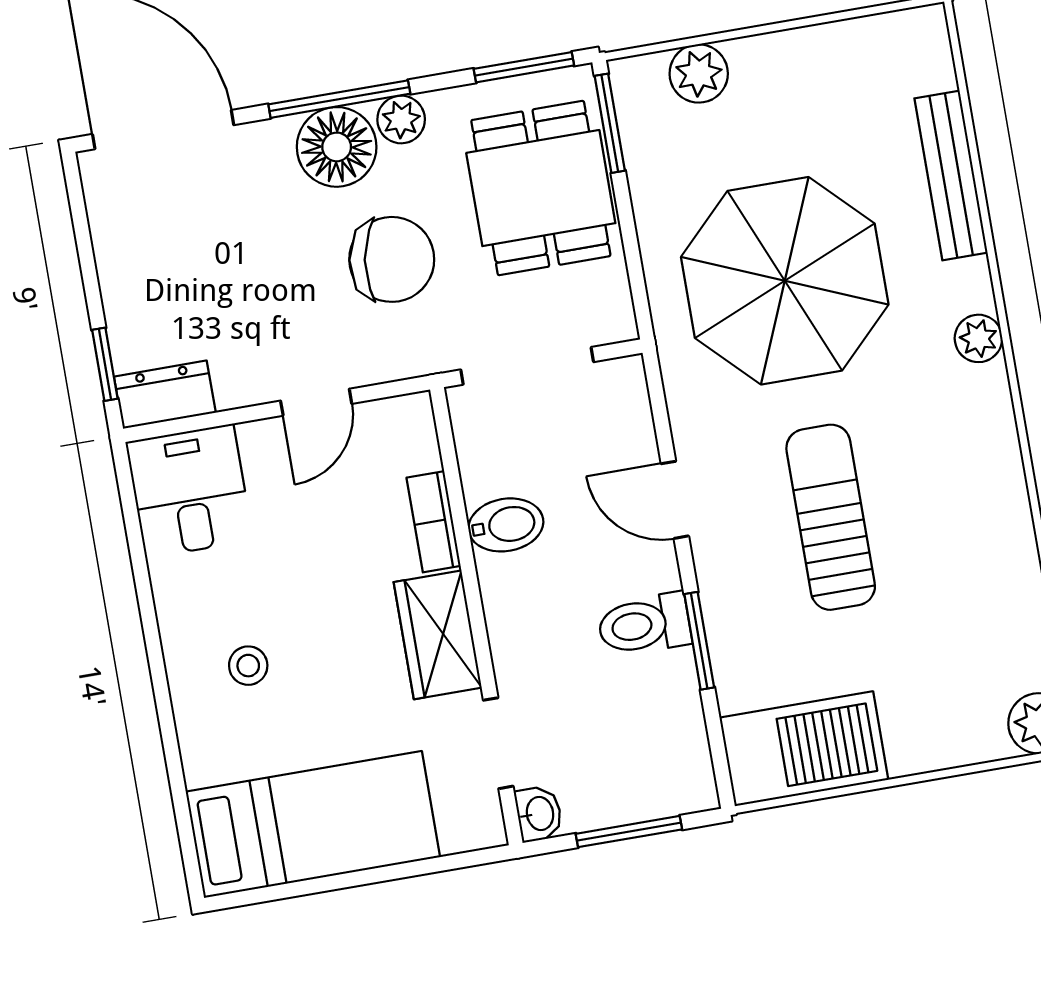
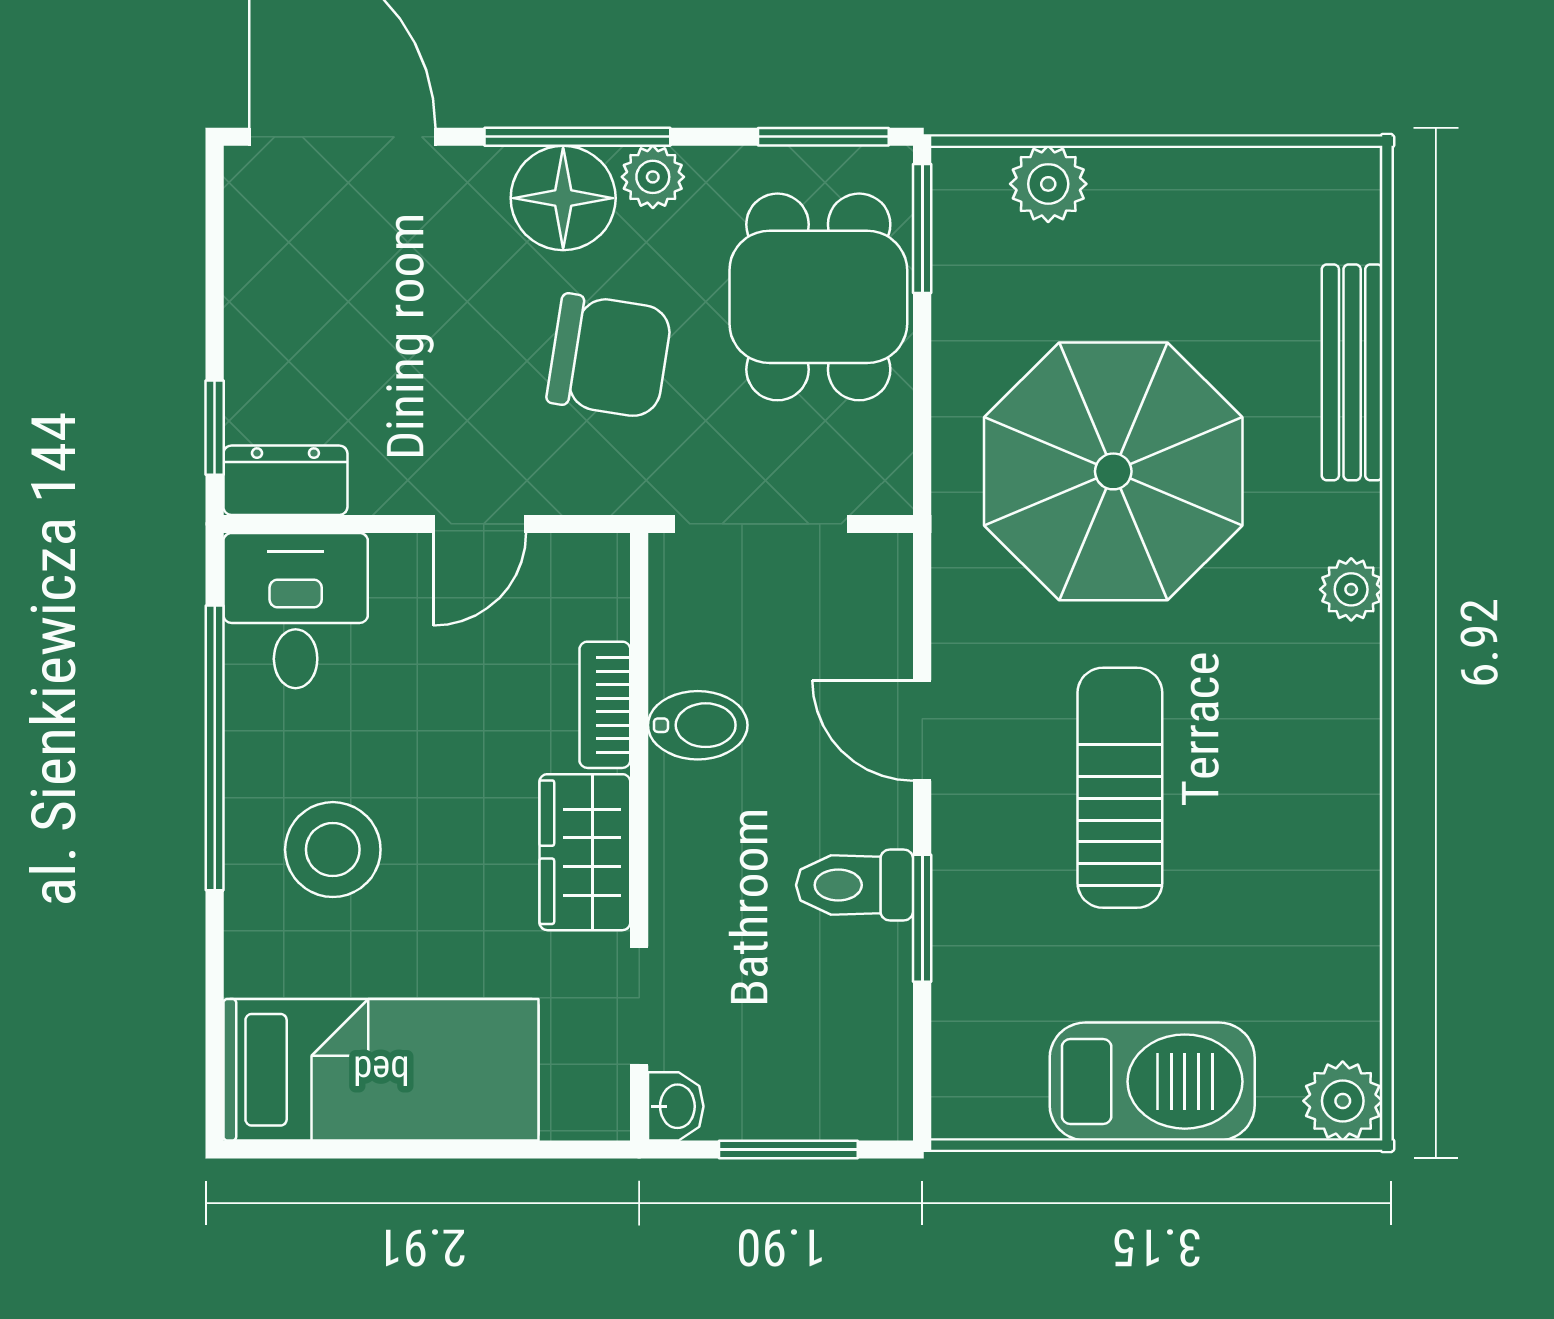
window: (146, 605) -> (215, 748), added
stool: (248, 666) -> (333, 850), width x1.89, depth x1.89
barbecue: (804, 749) -> (1152, 1082), moved

